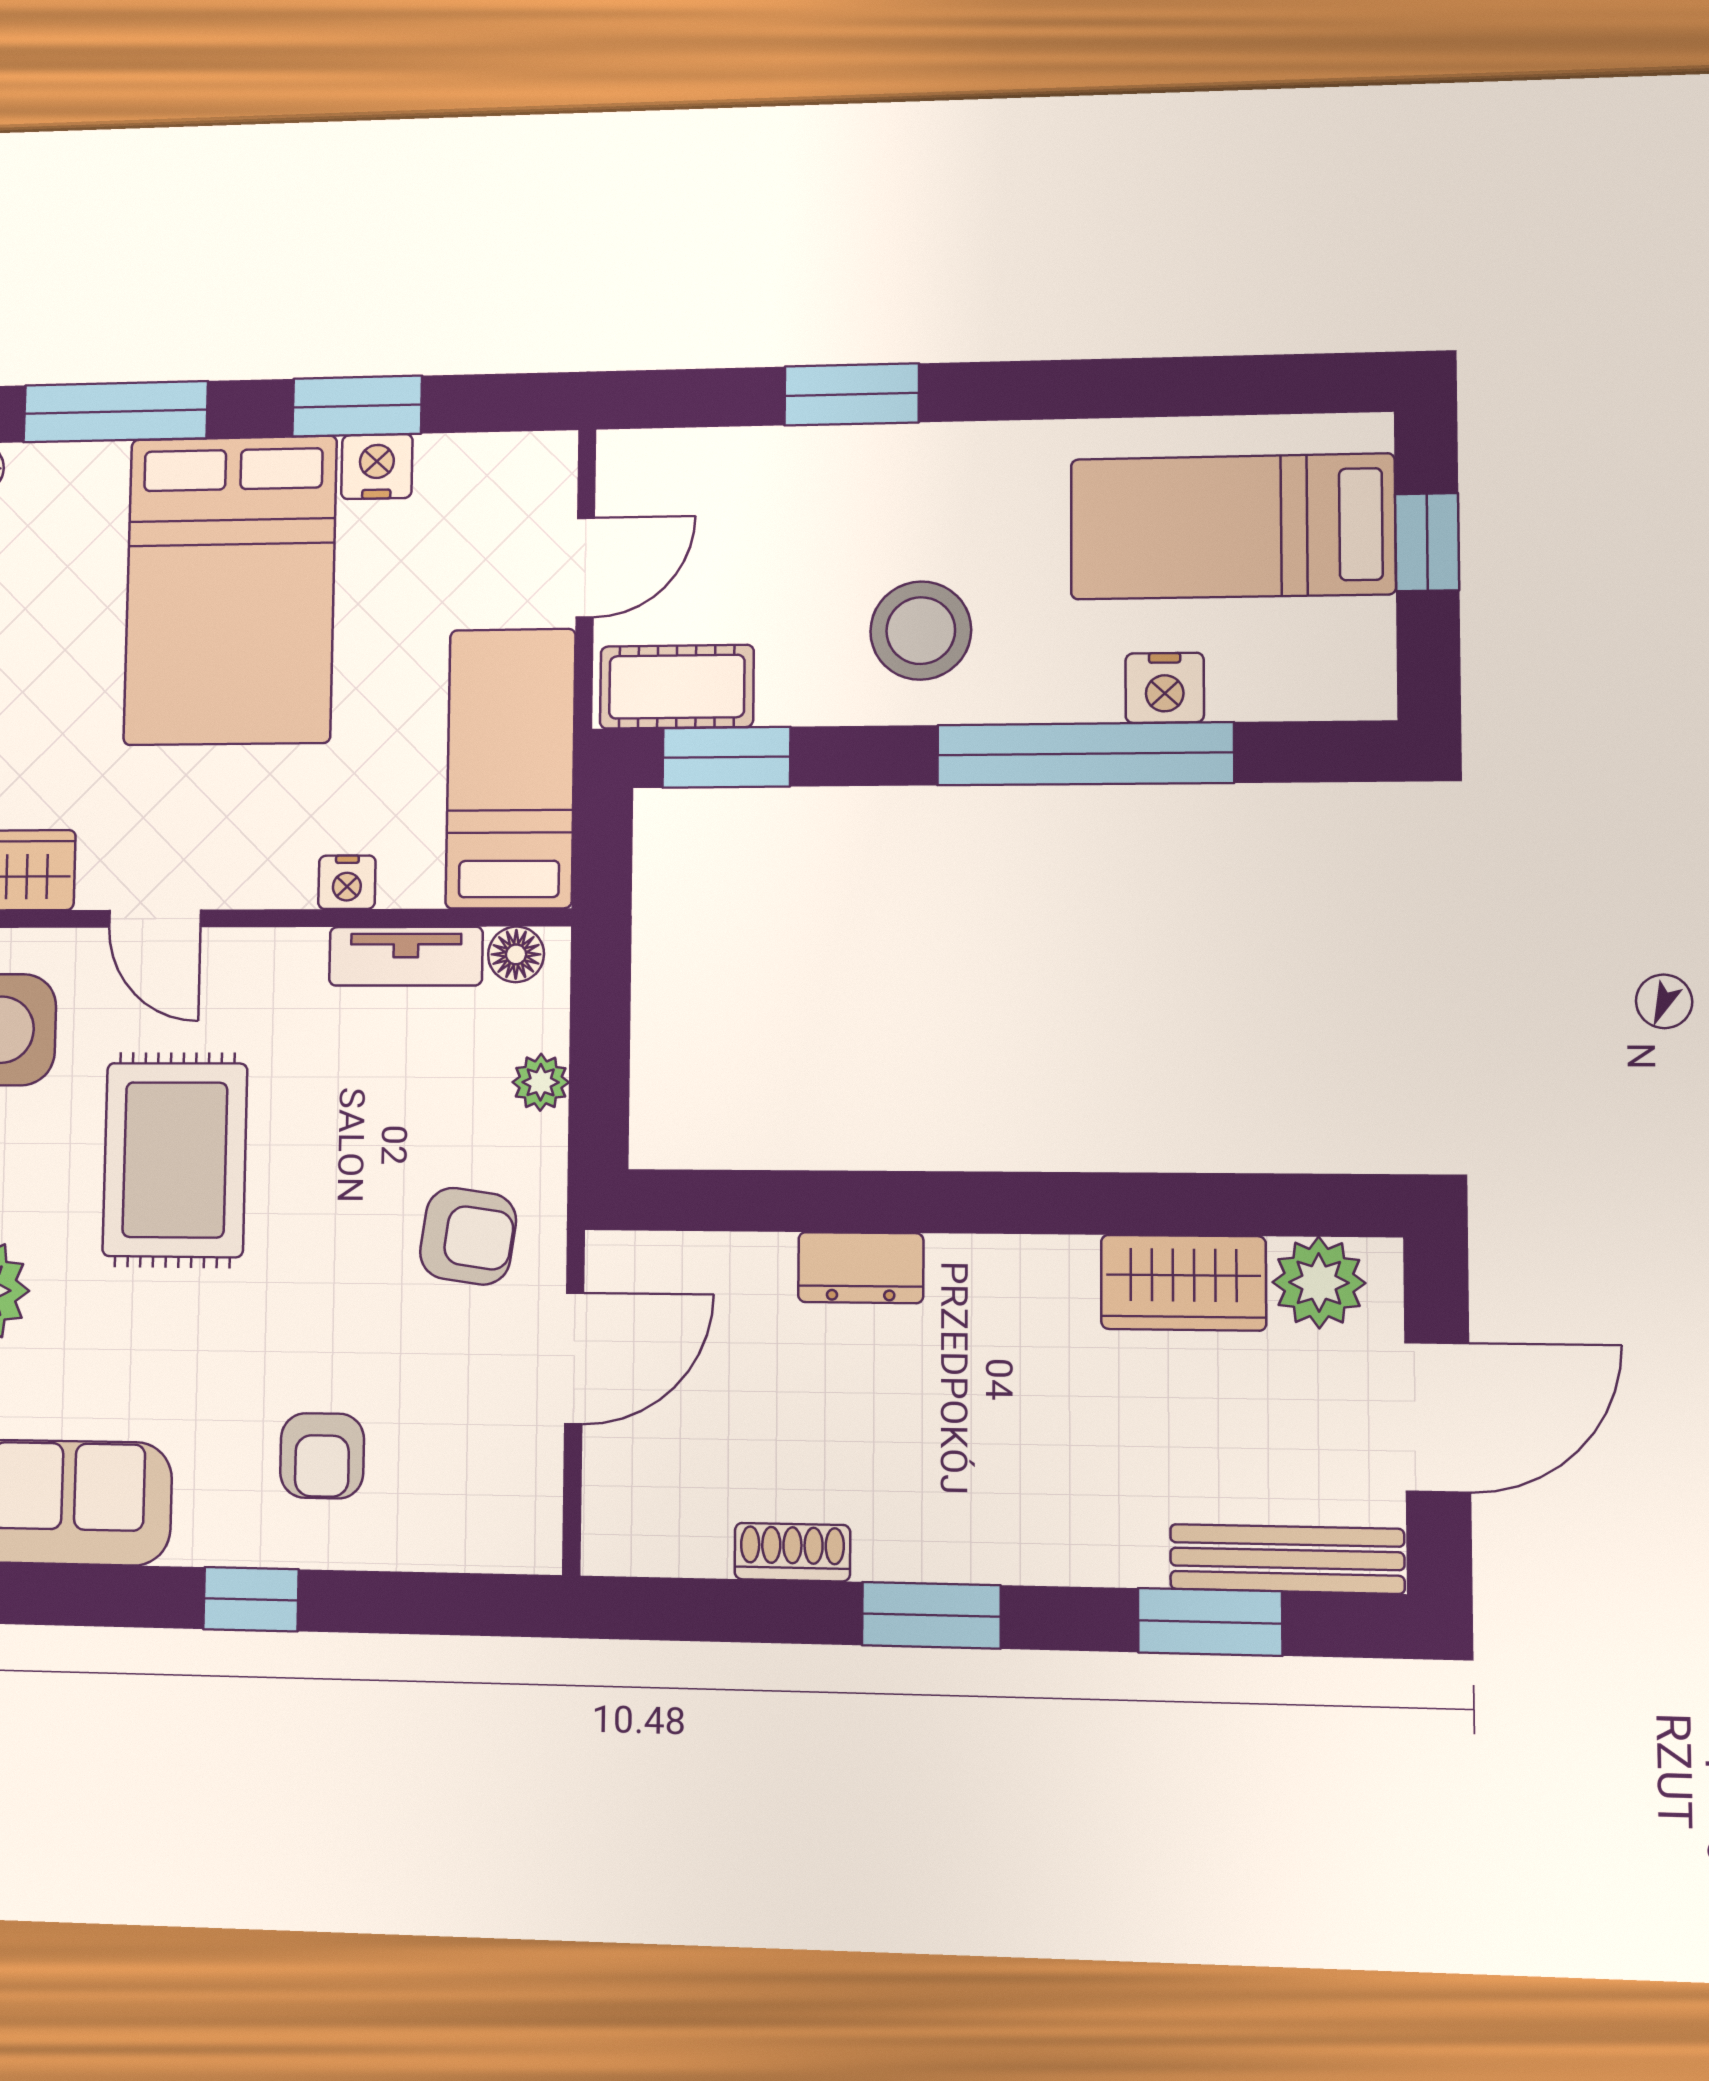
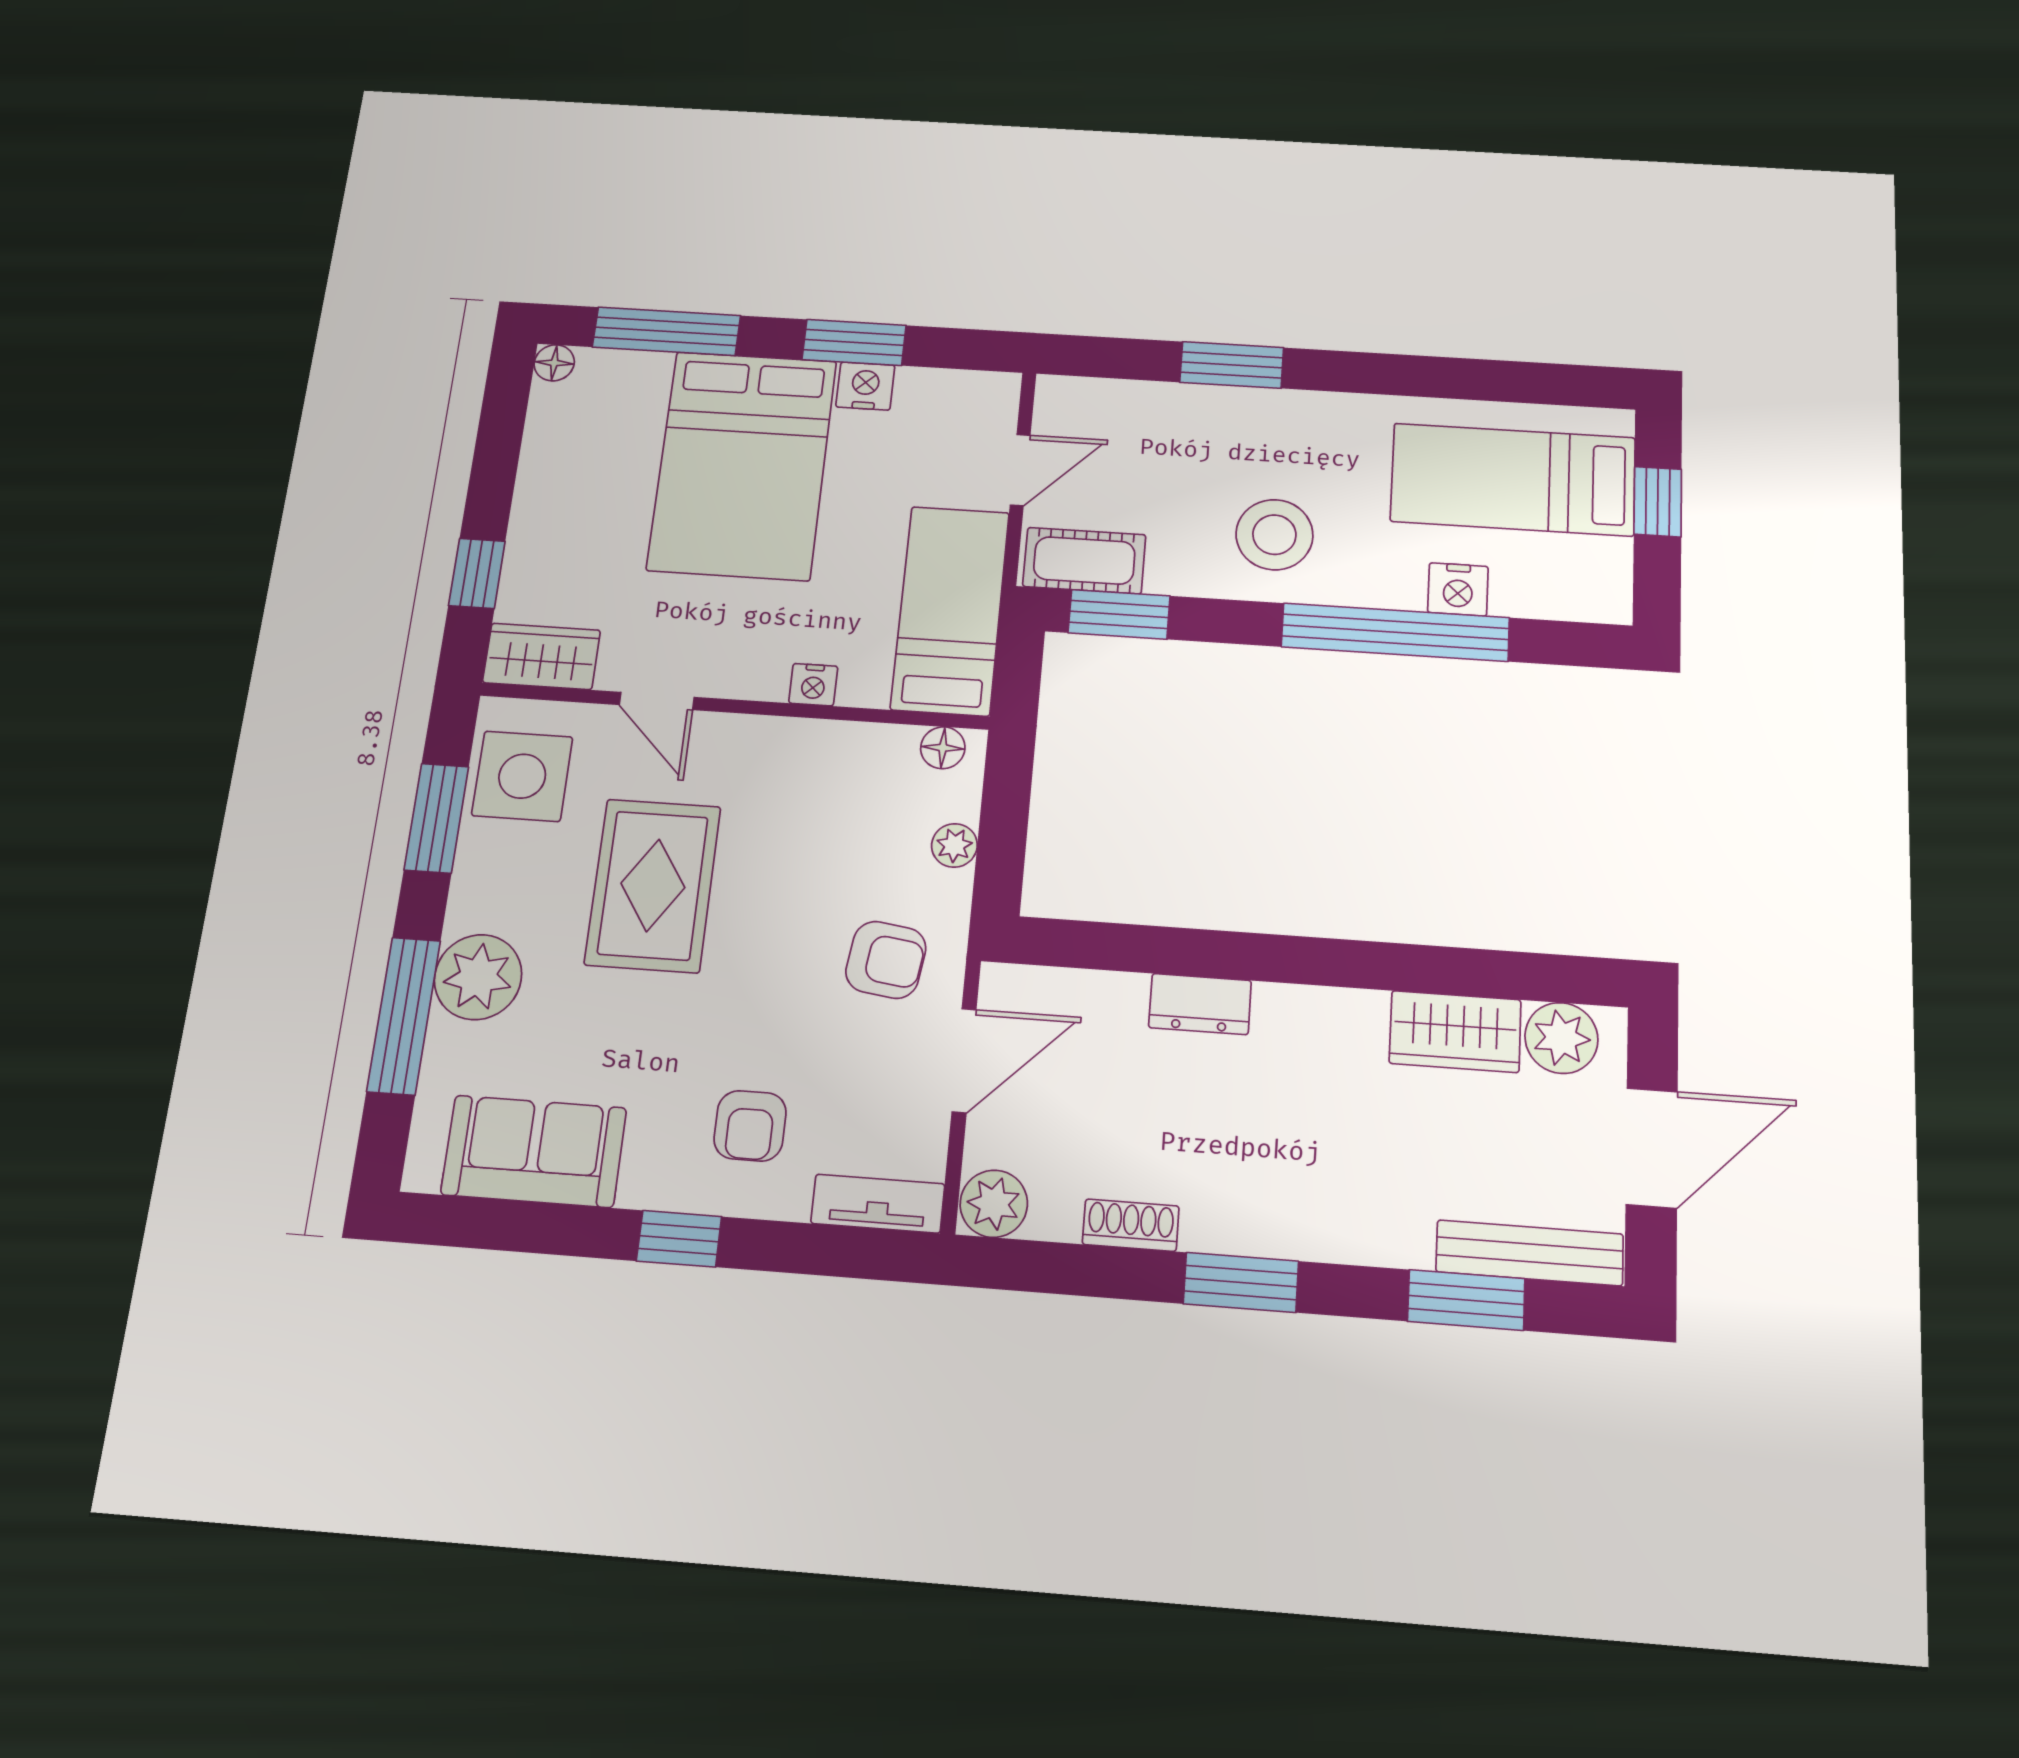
tv unit: (406, 956) -> (878, 1204), moved, turned 180
plant: (624, 1535) -> (994, 1204), added

